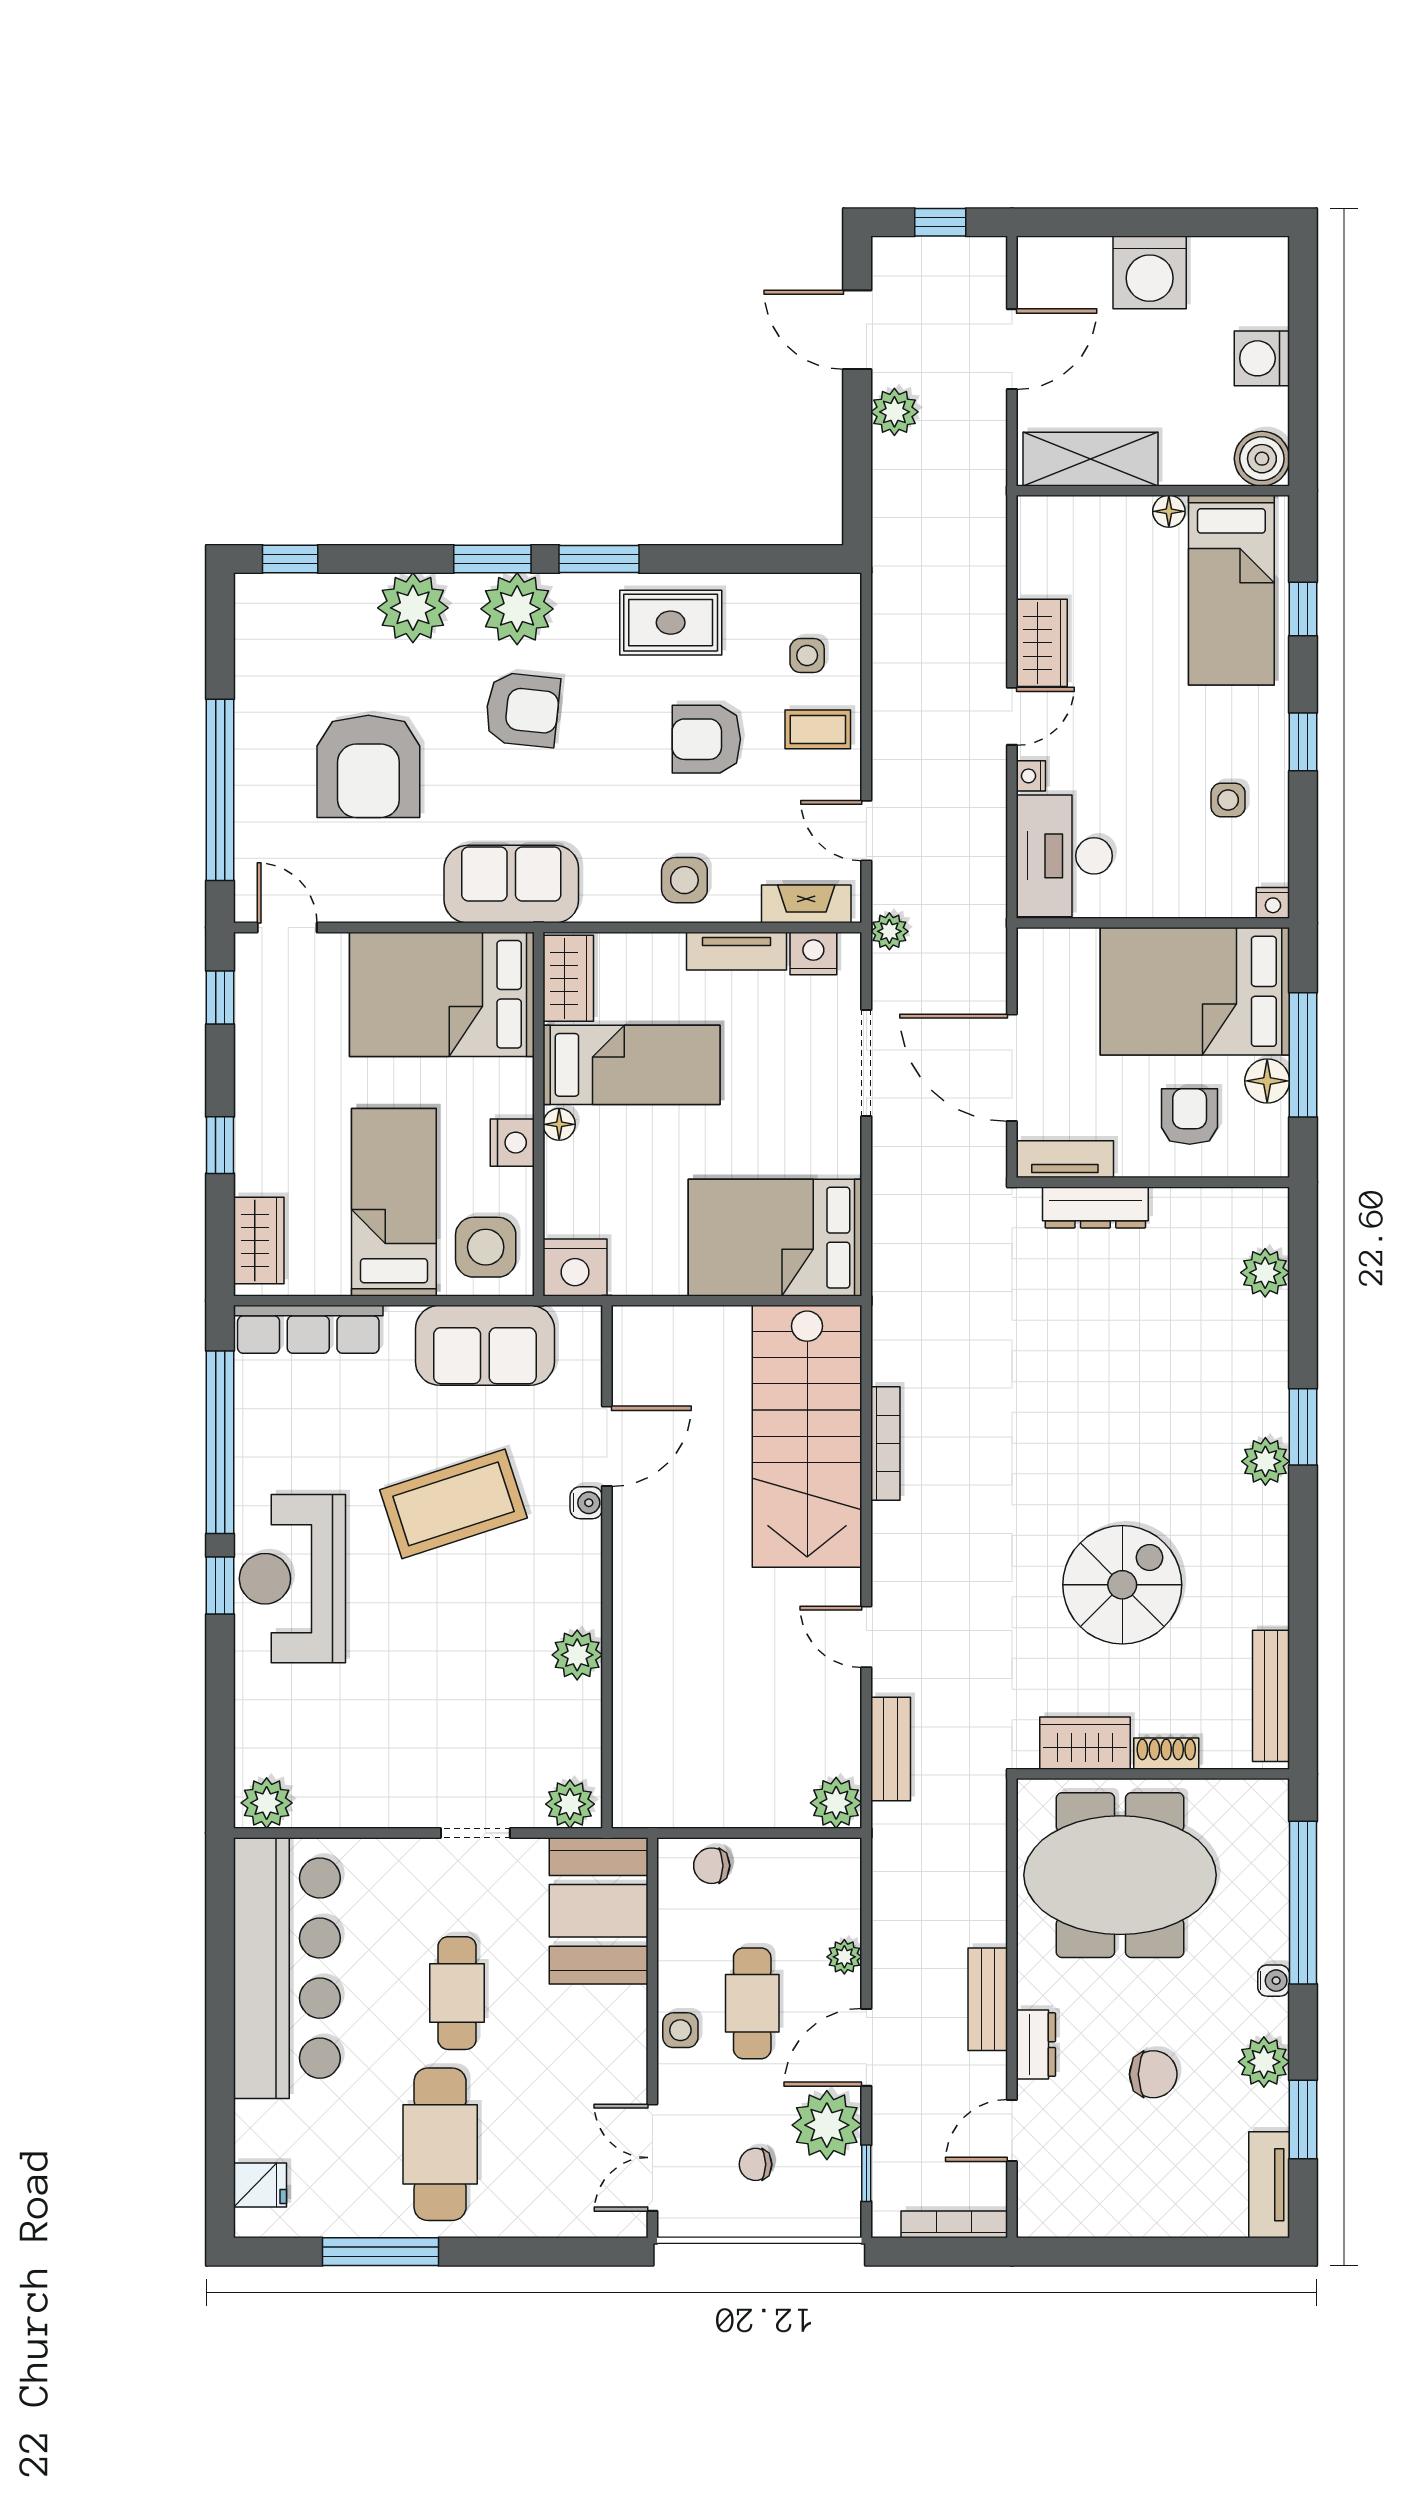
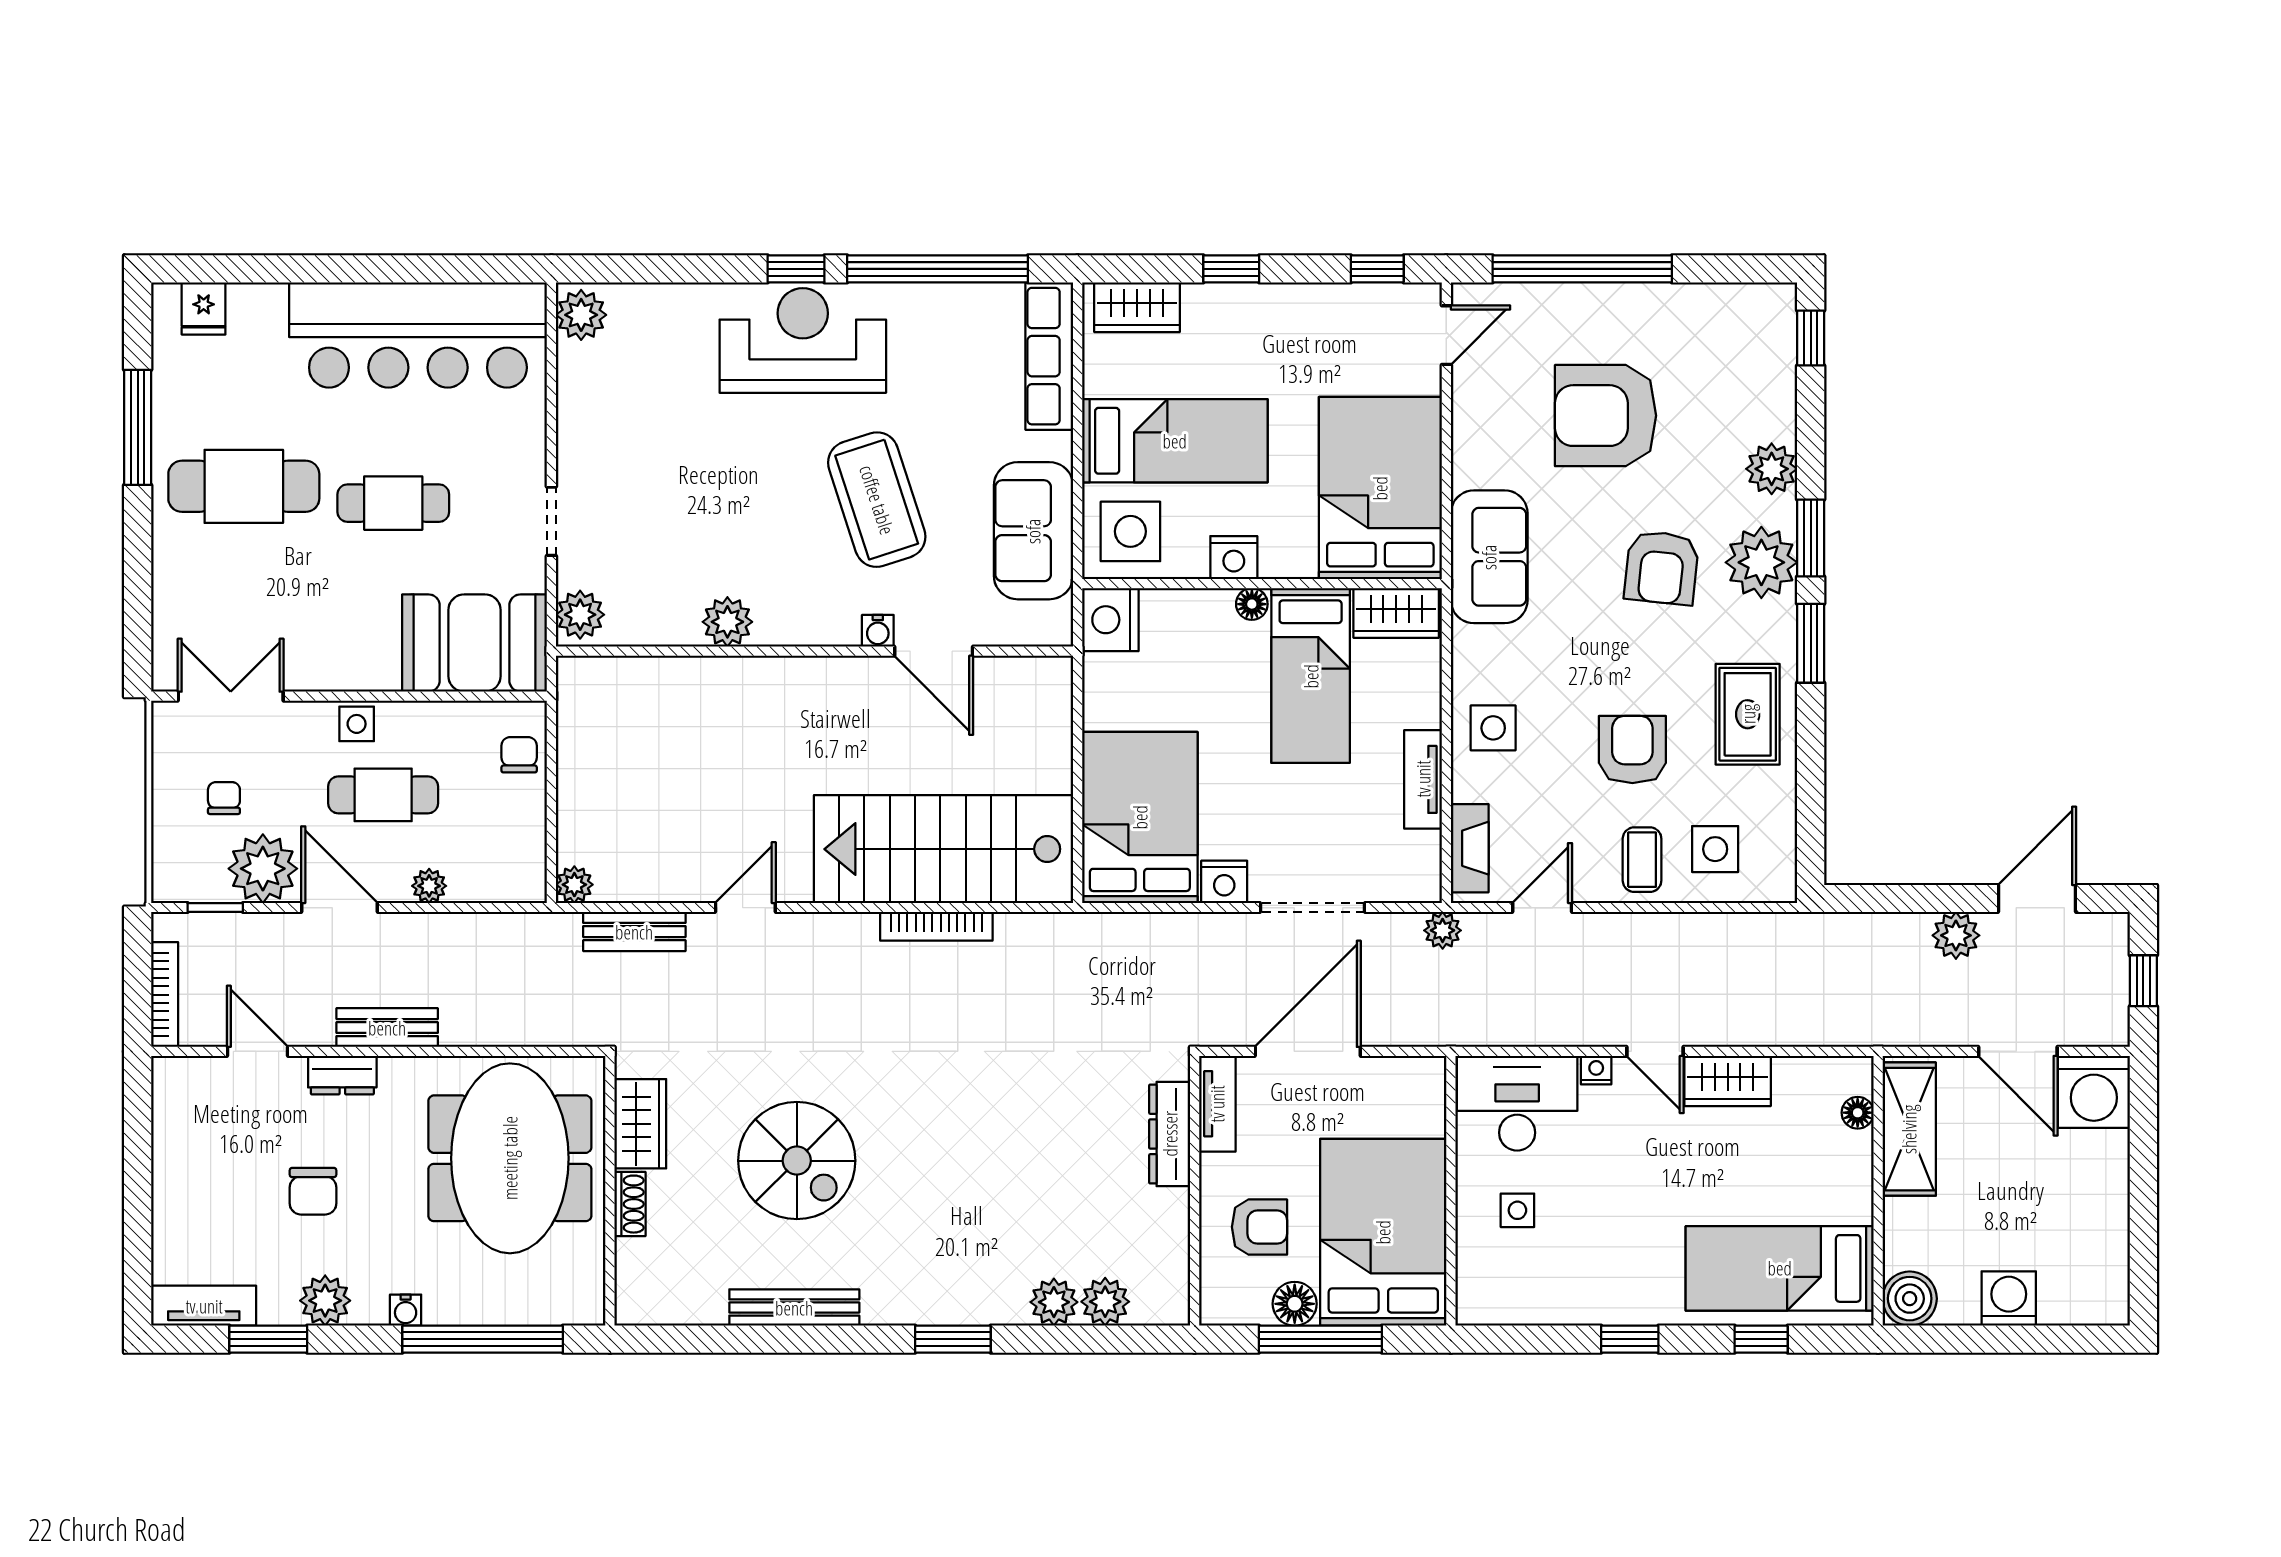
washing machine: (1150, 272) -> (2094, 1092), moved, turned -90
floor lamp: (1169, 511) -> (1858, 1113), moved
plant: (413, 608) -> (1772, 469), width x0.73, depth x0.73
side table: (807, 655) -> (1715, 849), width x1.37, depth x1.37
side table: (1228, 800) -> (1517, 1210), moved
nightstand: (1273, 903) -> (1471, 1309), removed
nightstand: (813, 953) -> (1224, 882), moved, turned 90
plant: (1265, 1461) -> (1054, 1302), moved
bench: (1271, 1696) -> (794, 1308), moved
plant: (836, 1803) -> (574, 885), width x0.73, depth x0.73

